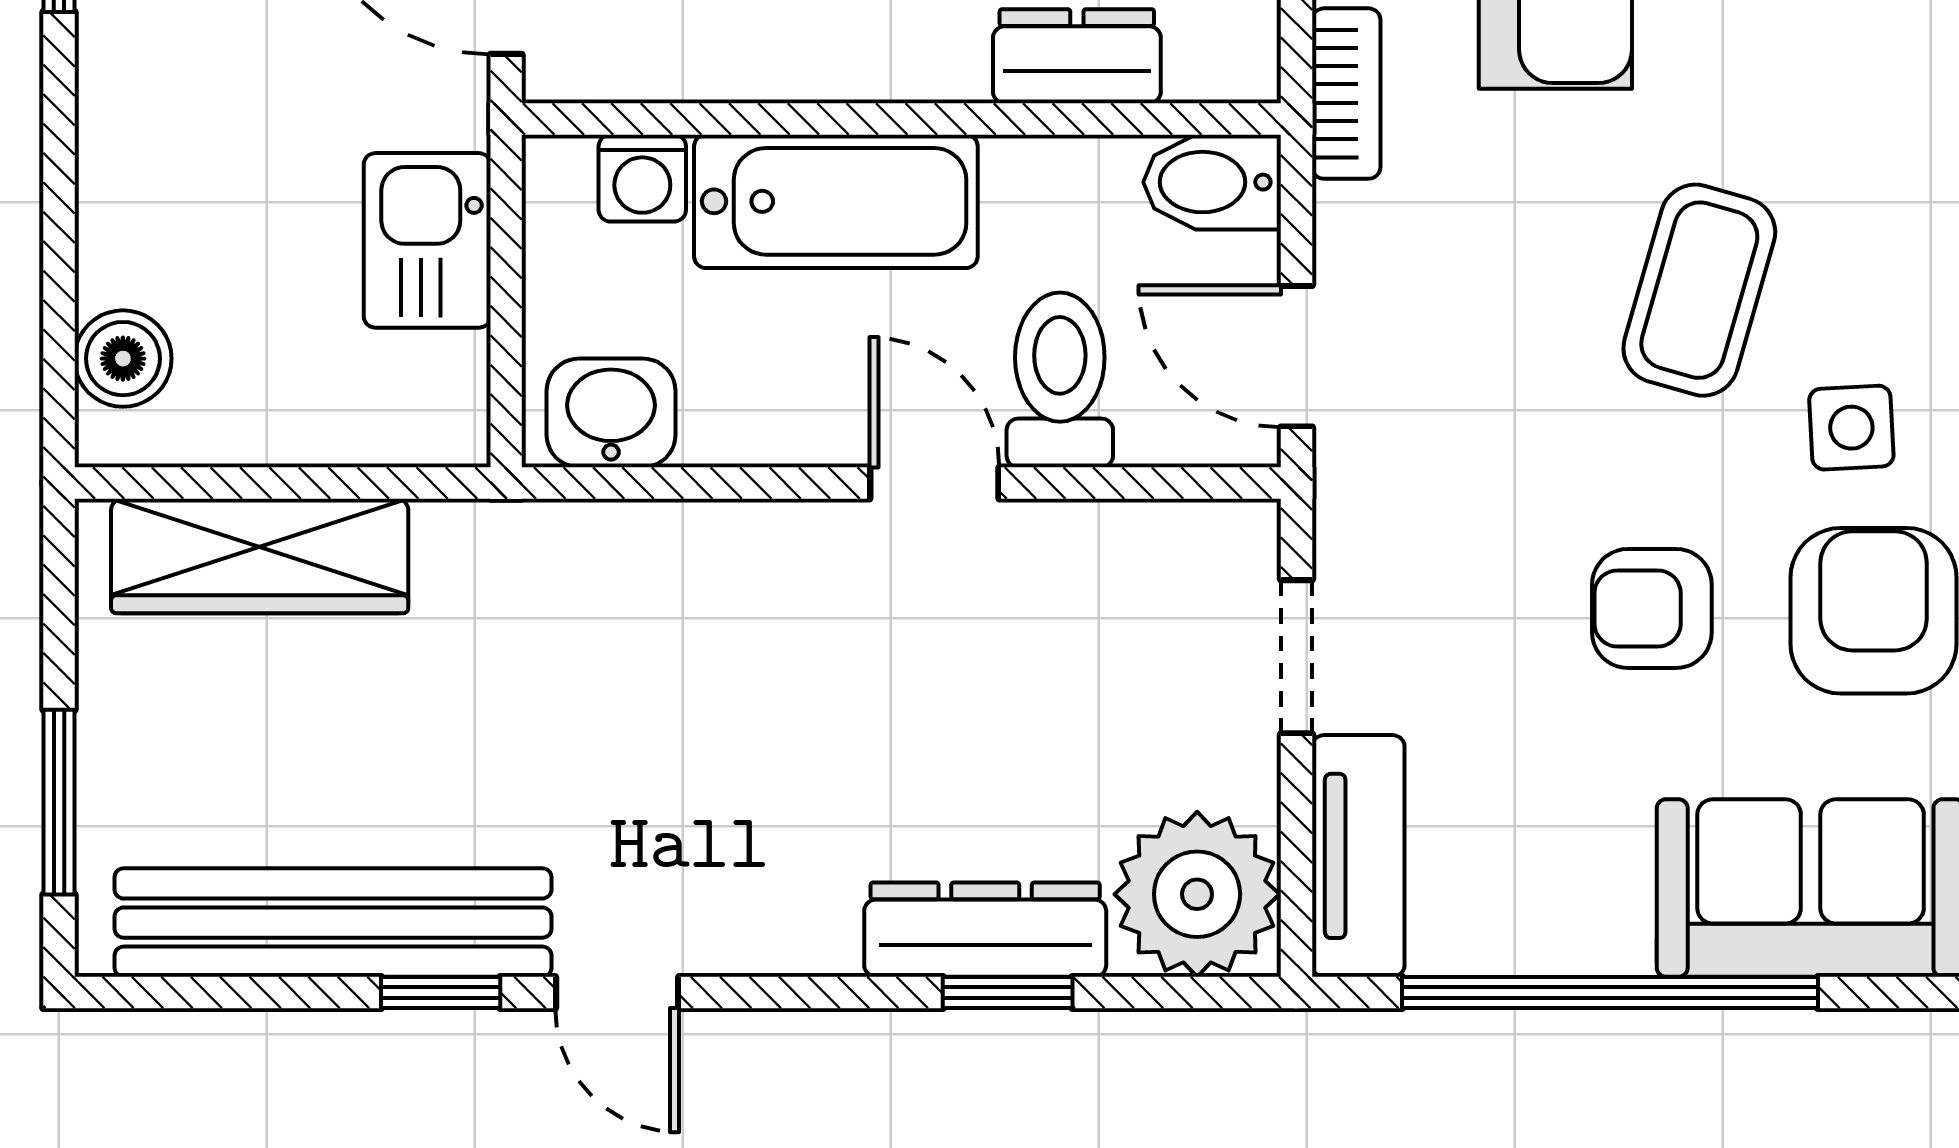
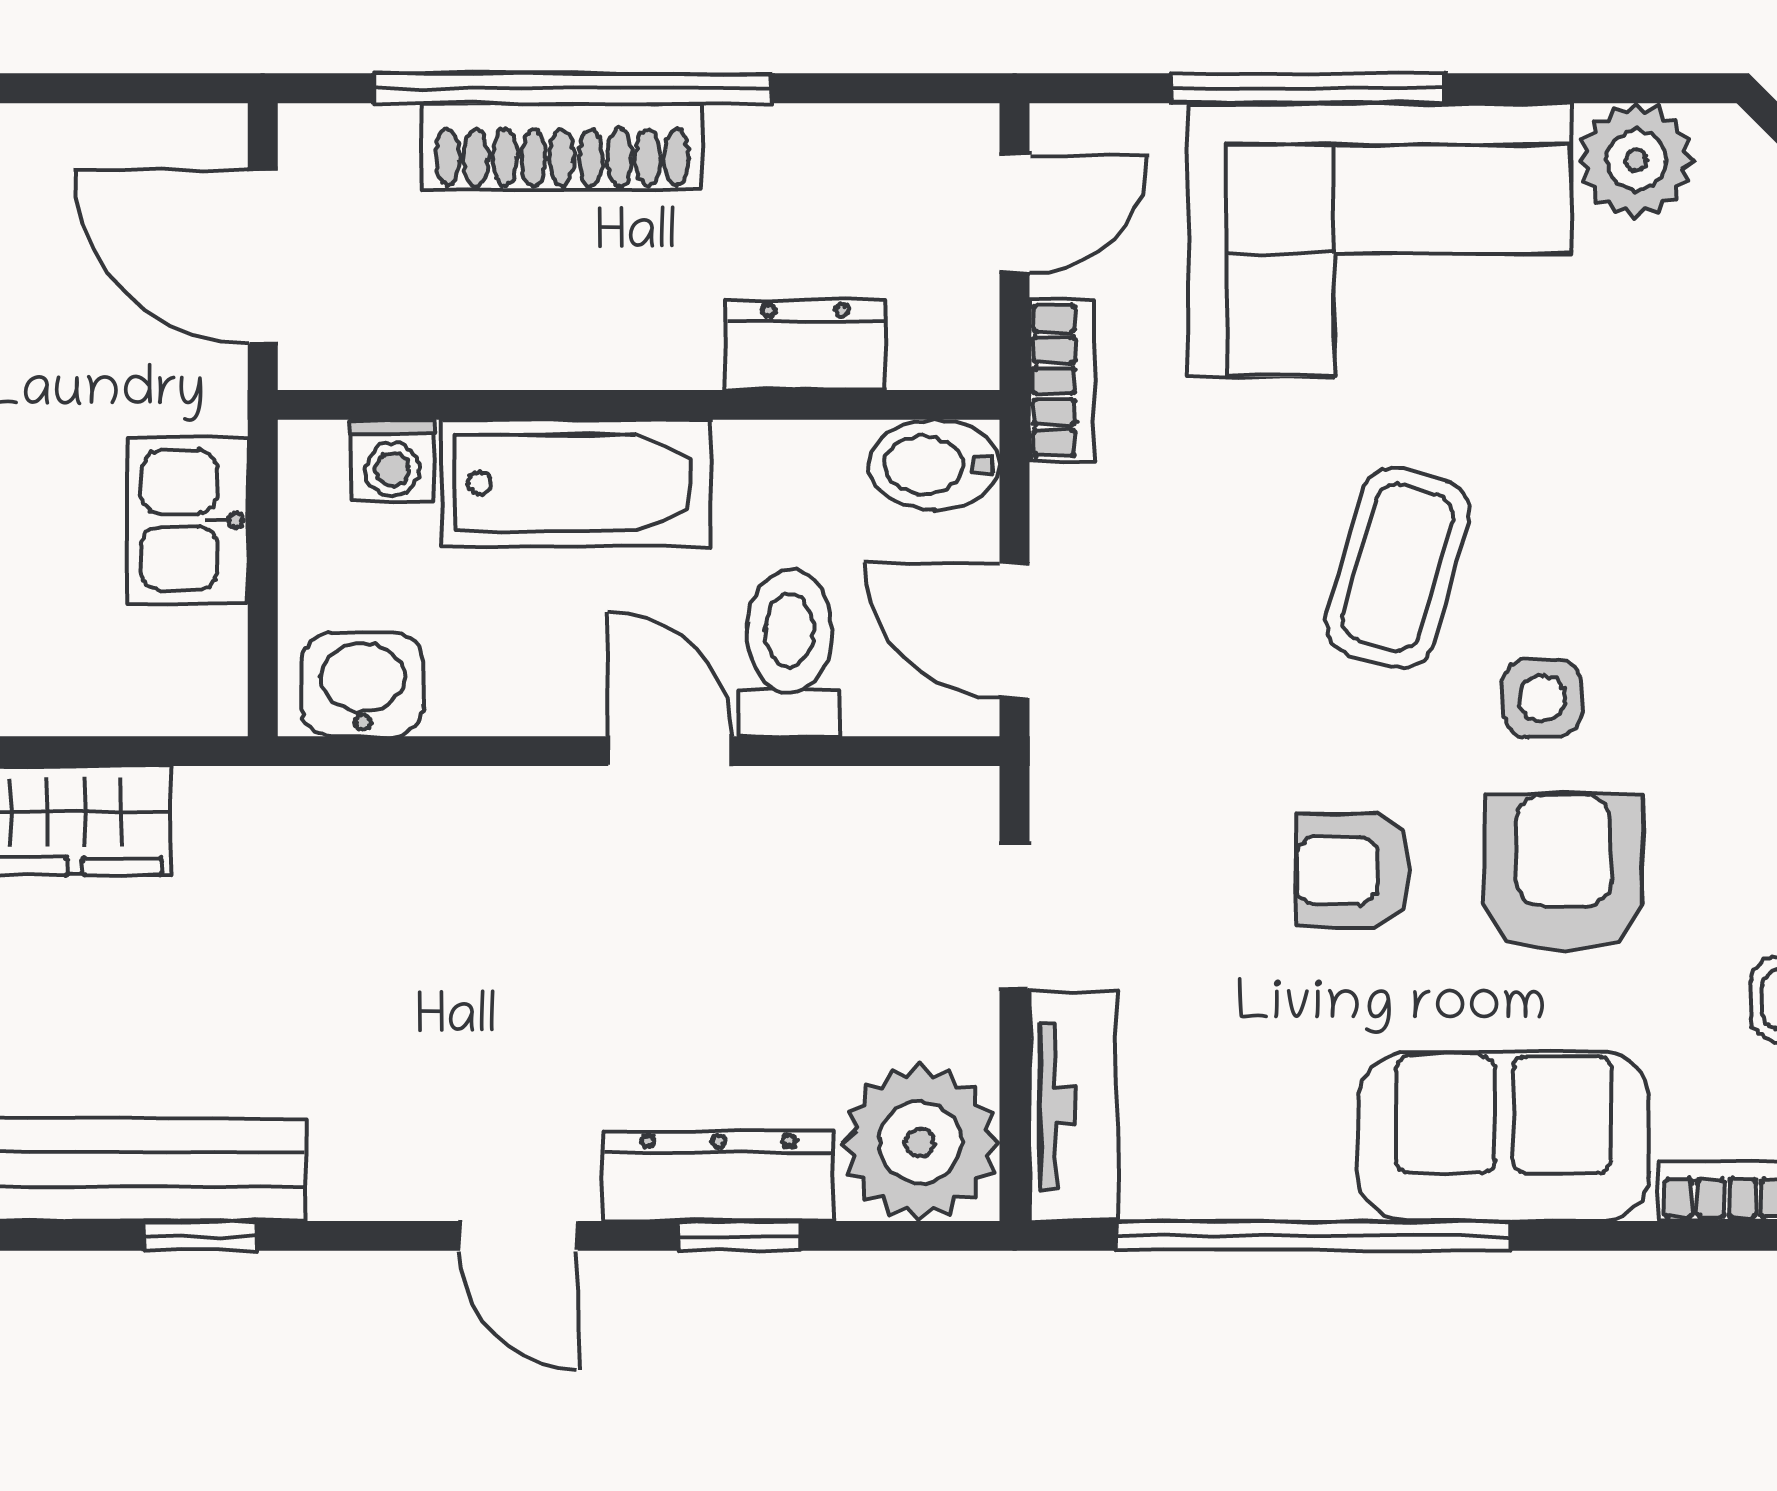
door: (617, 992) -> (519, 1236), moved

